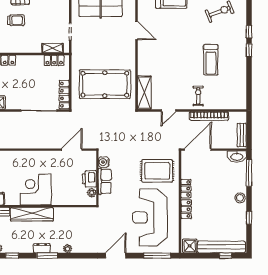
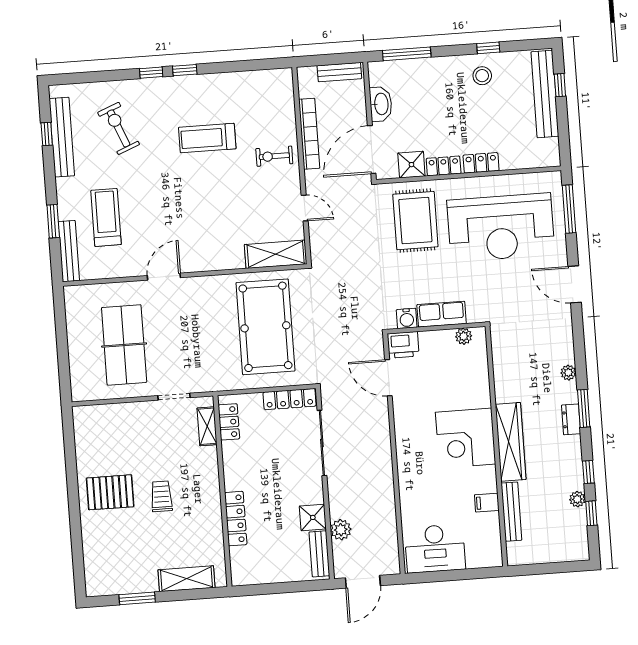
treadmill: (211, 60) -> (207, 138), turned 180
door: (198, 150) -> (372, 150), hinge flipped
washbasin: (237, 156) -> (381, 104), moved
printer: (89, 179) -> (403, 345), moved
stool: (240, 198) -> (482, 76), moved
shower: (190, 246) -> (411, 165), moved

